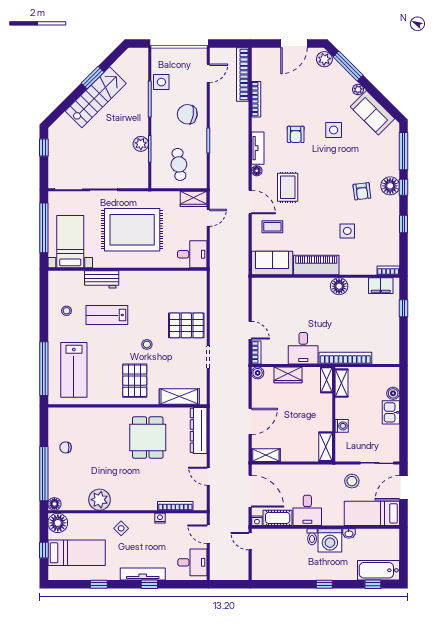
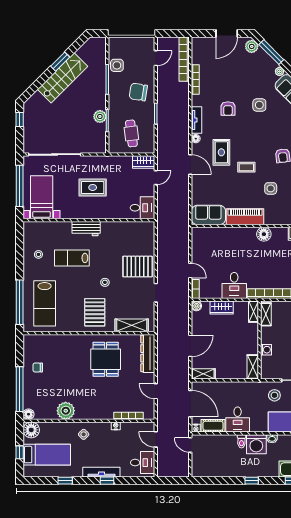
coffee table: (272, 227) -> (246, 167), moved
rug: (132, 230) -> (93, 187), width x0.54, depth x0.49
workbench: (102, 279) -> (86, 229), moved

